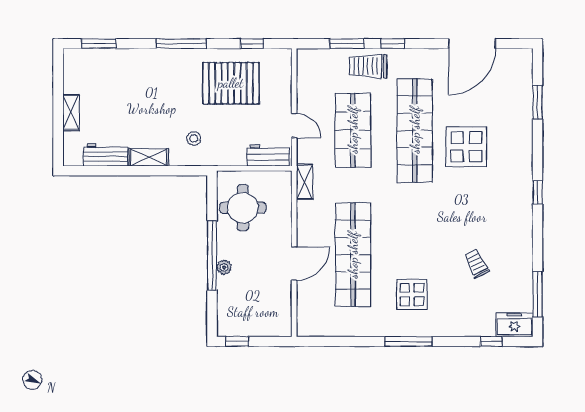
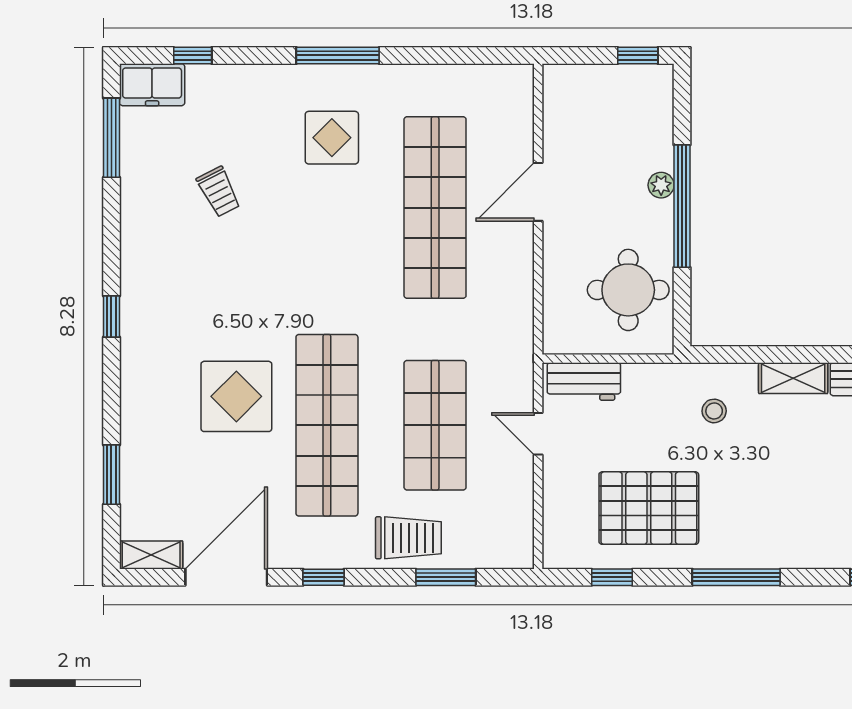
window: (393, 44) -> (324, 577), moved
shelving: (304, 182) -> (151, 555), moved, turned 90

